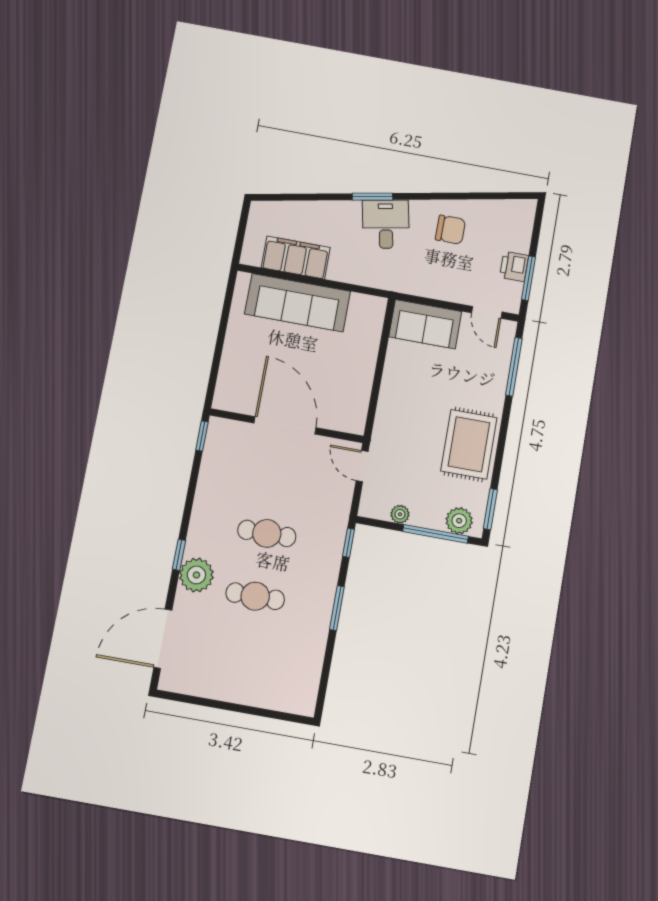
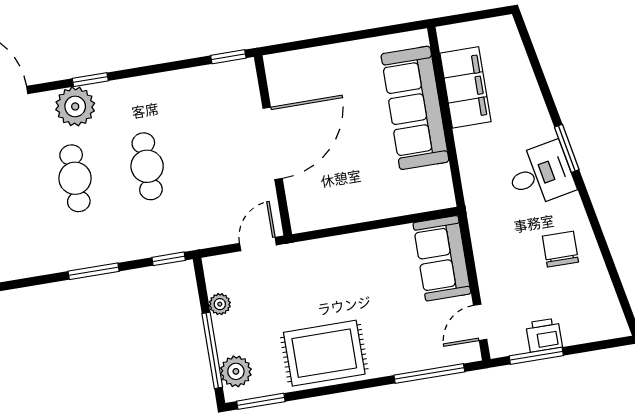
chair: (450, 230) -> (560, 249), turned 180

